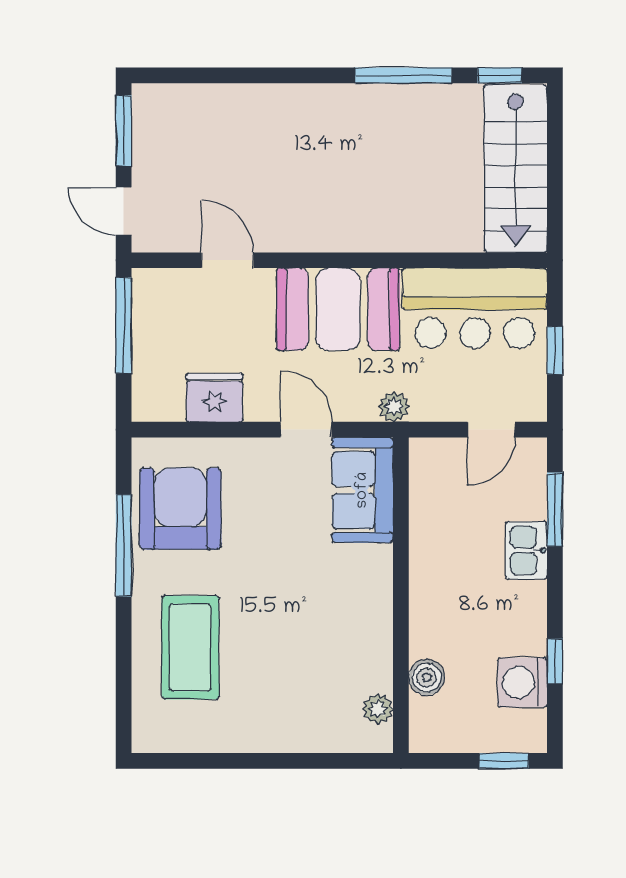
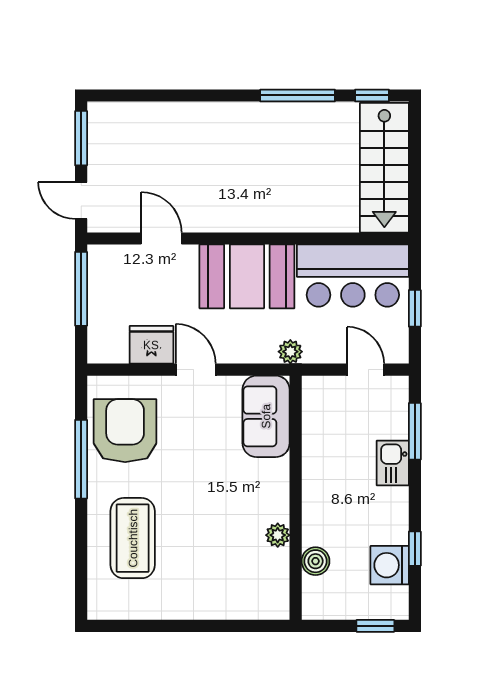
door: (306, 430) -> (196, 370), moved
door: (491, 430) -> (366, 370), swing flipped
plant: (378, 709) -> (278, 535), moved

